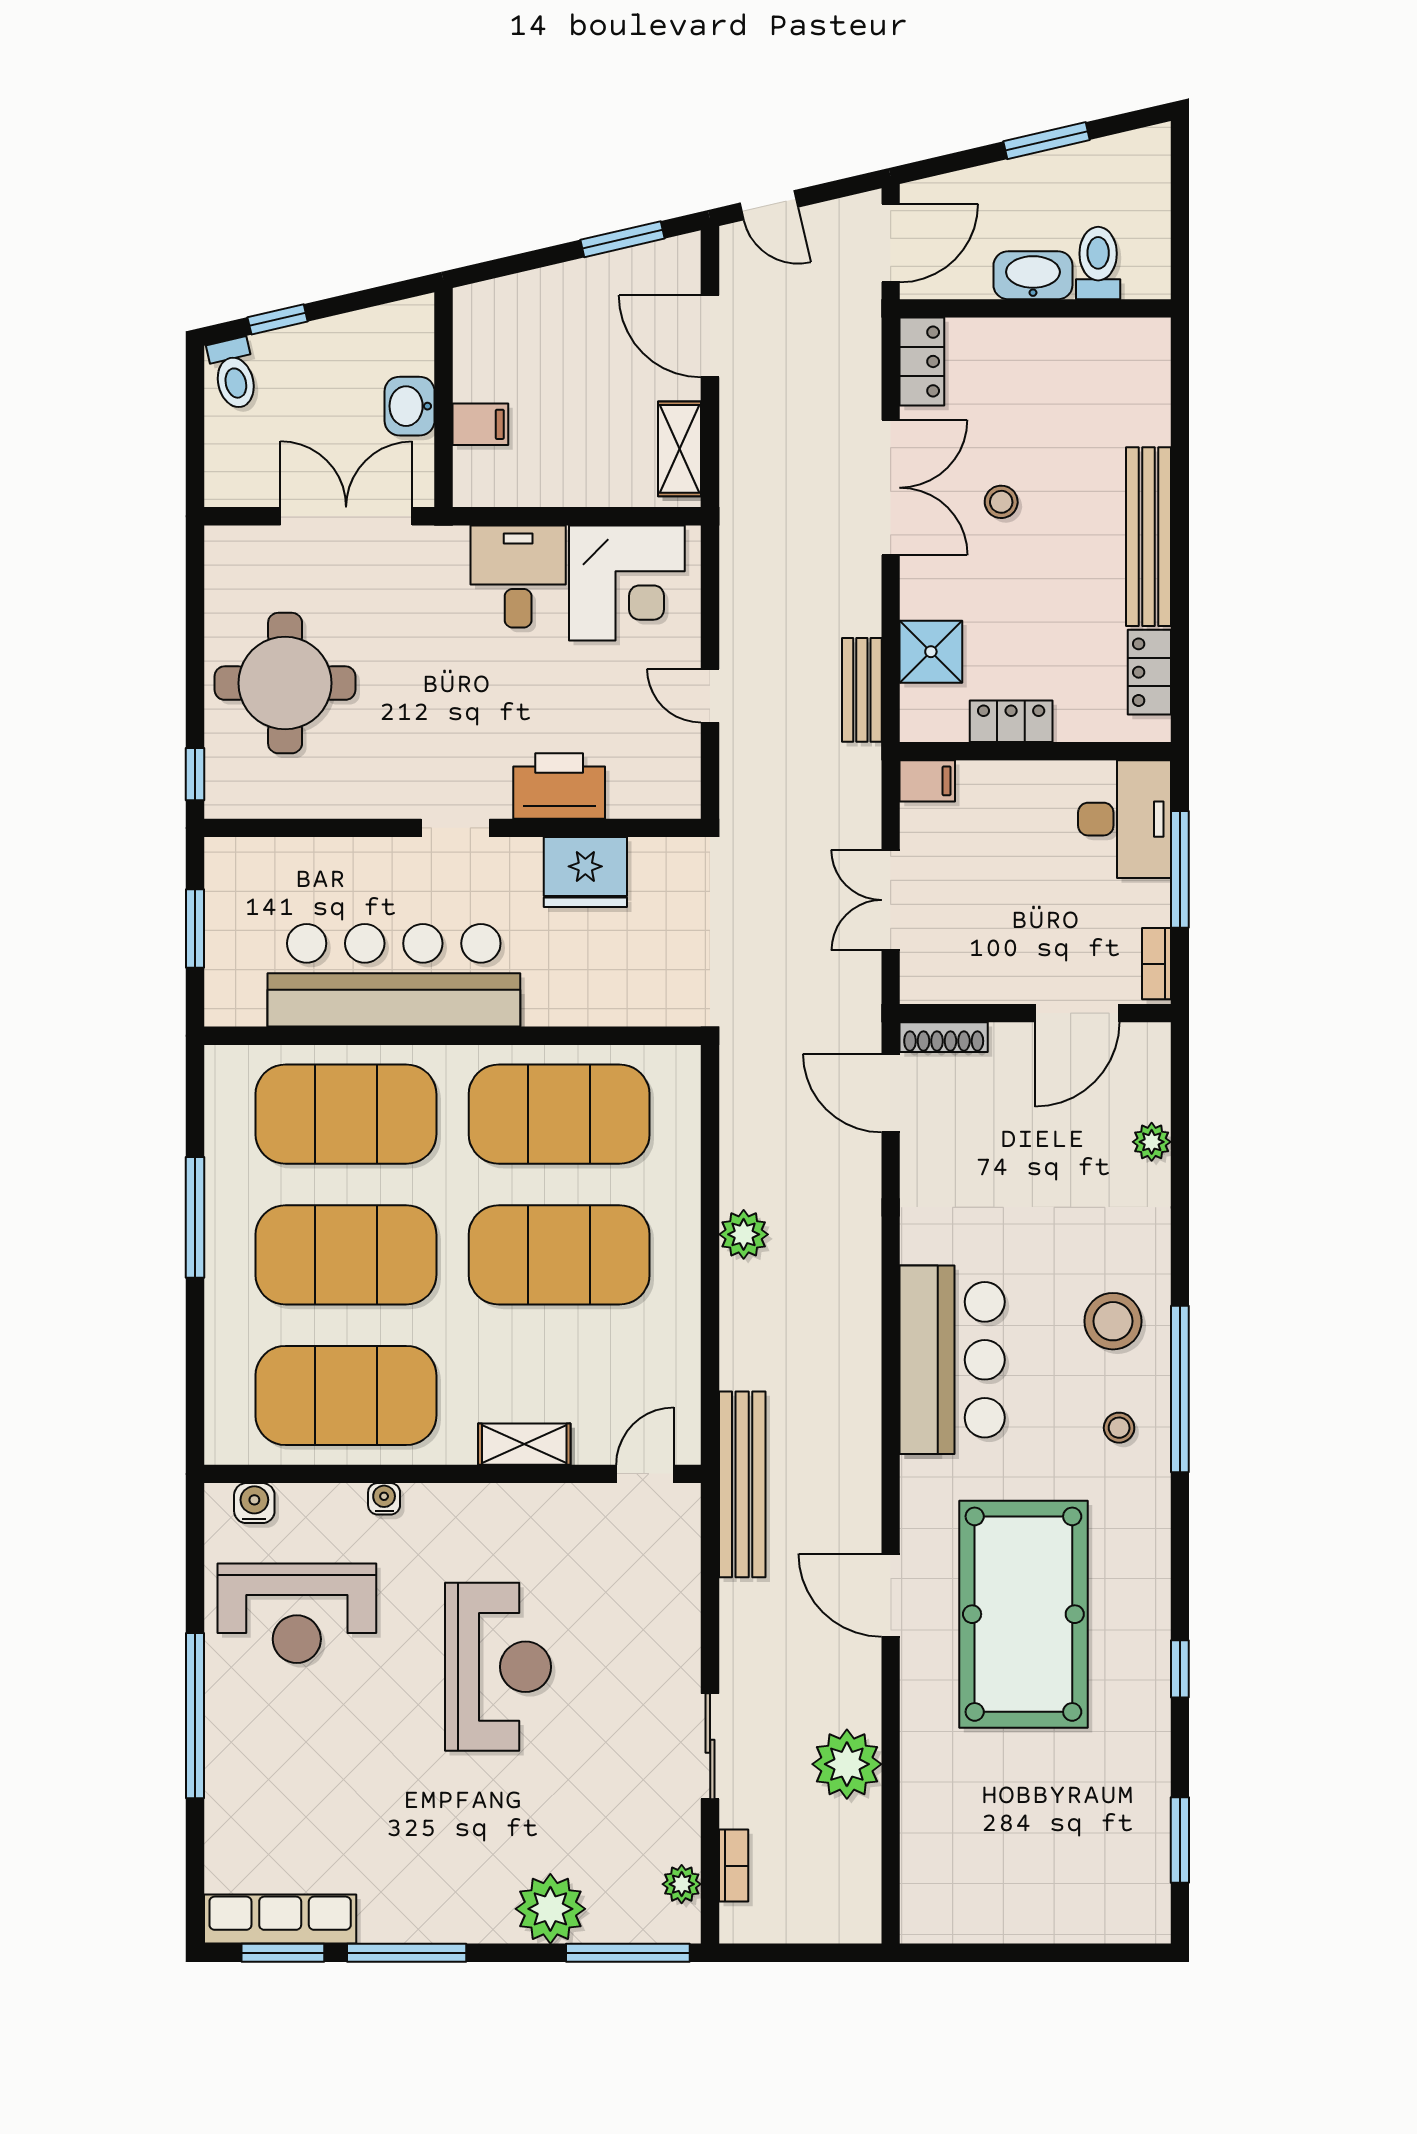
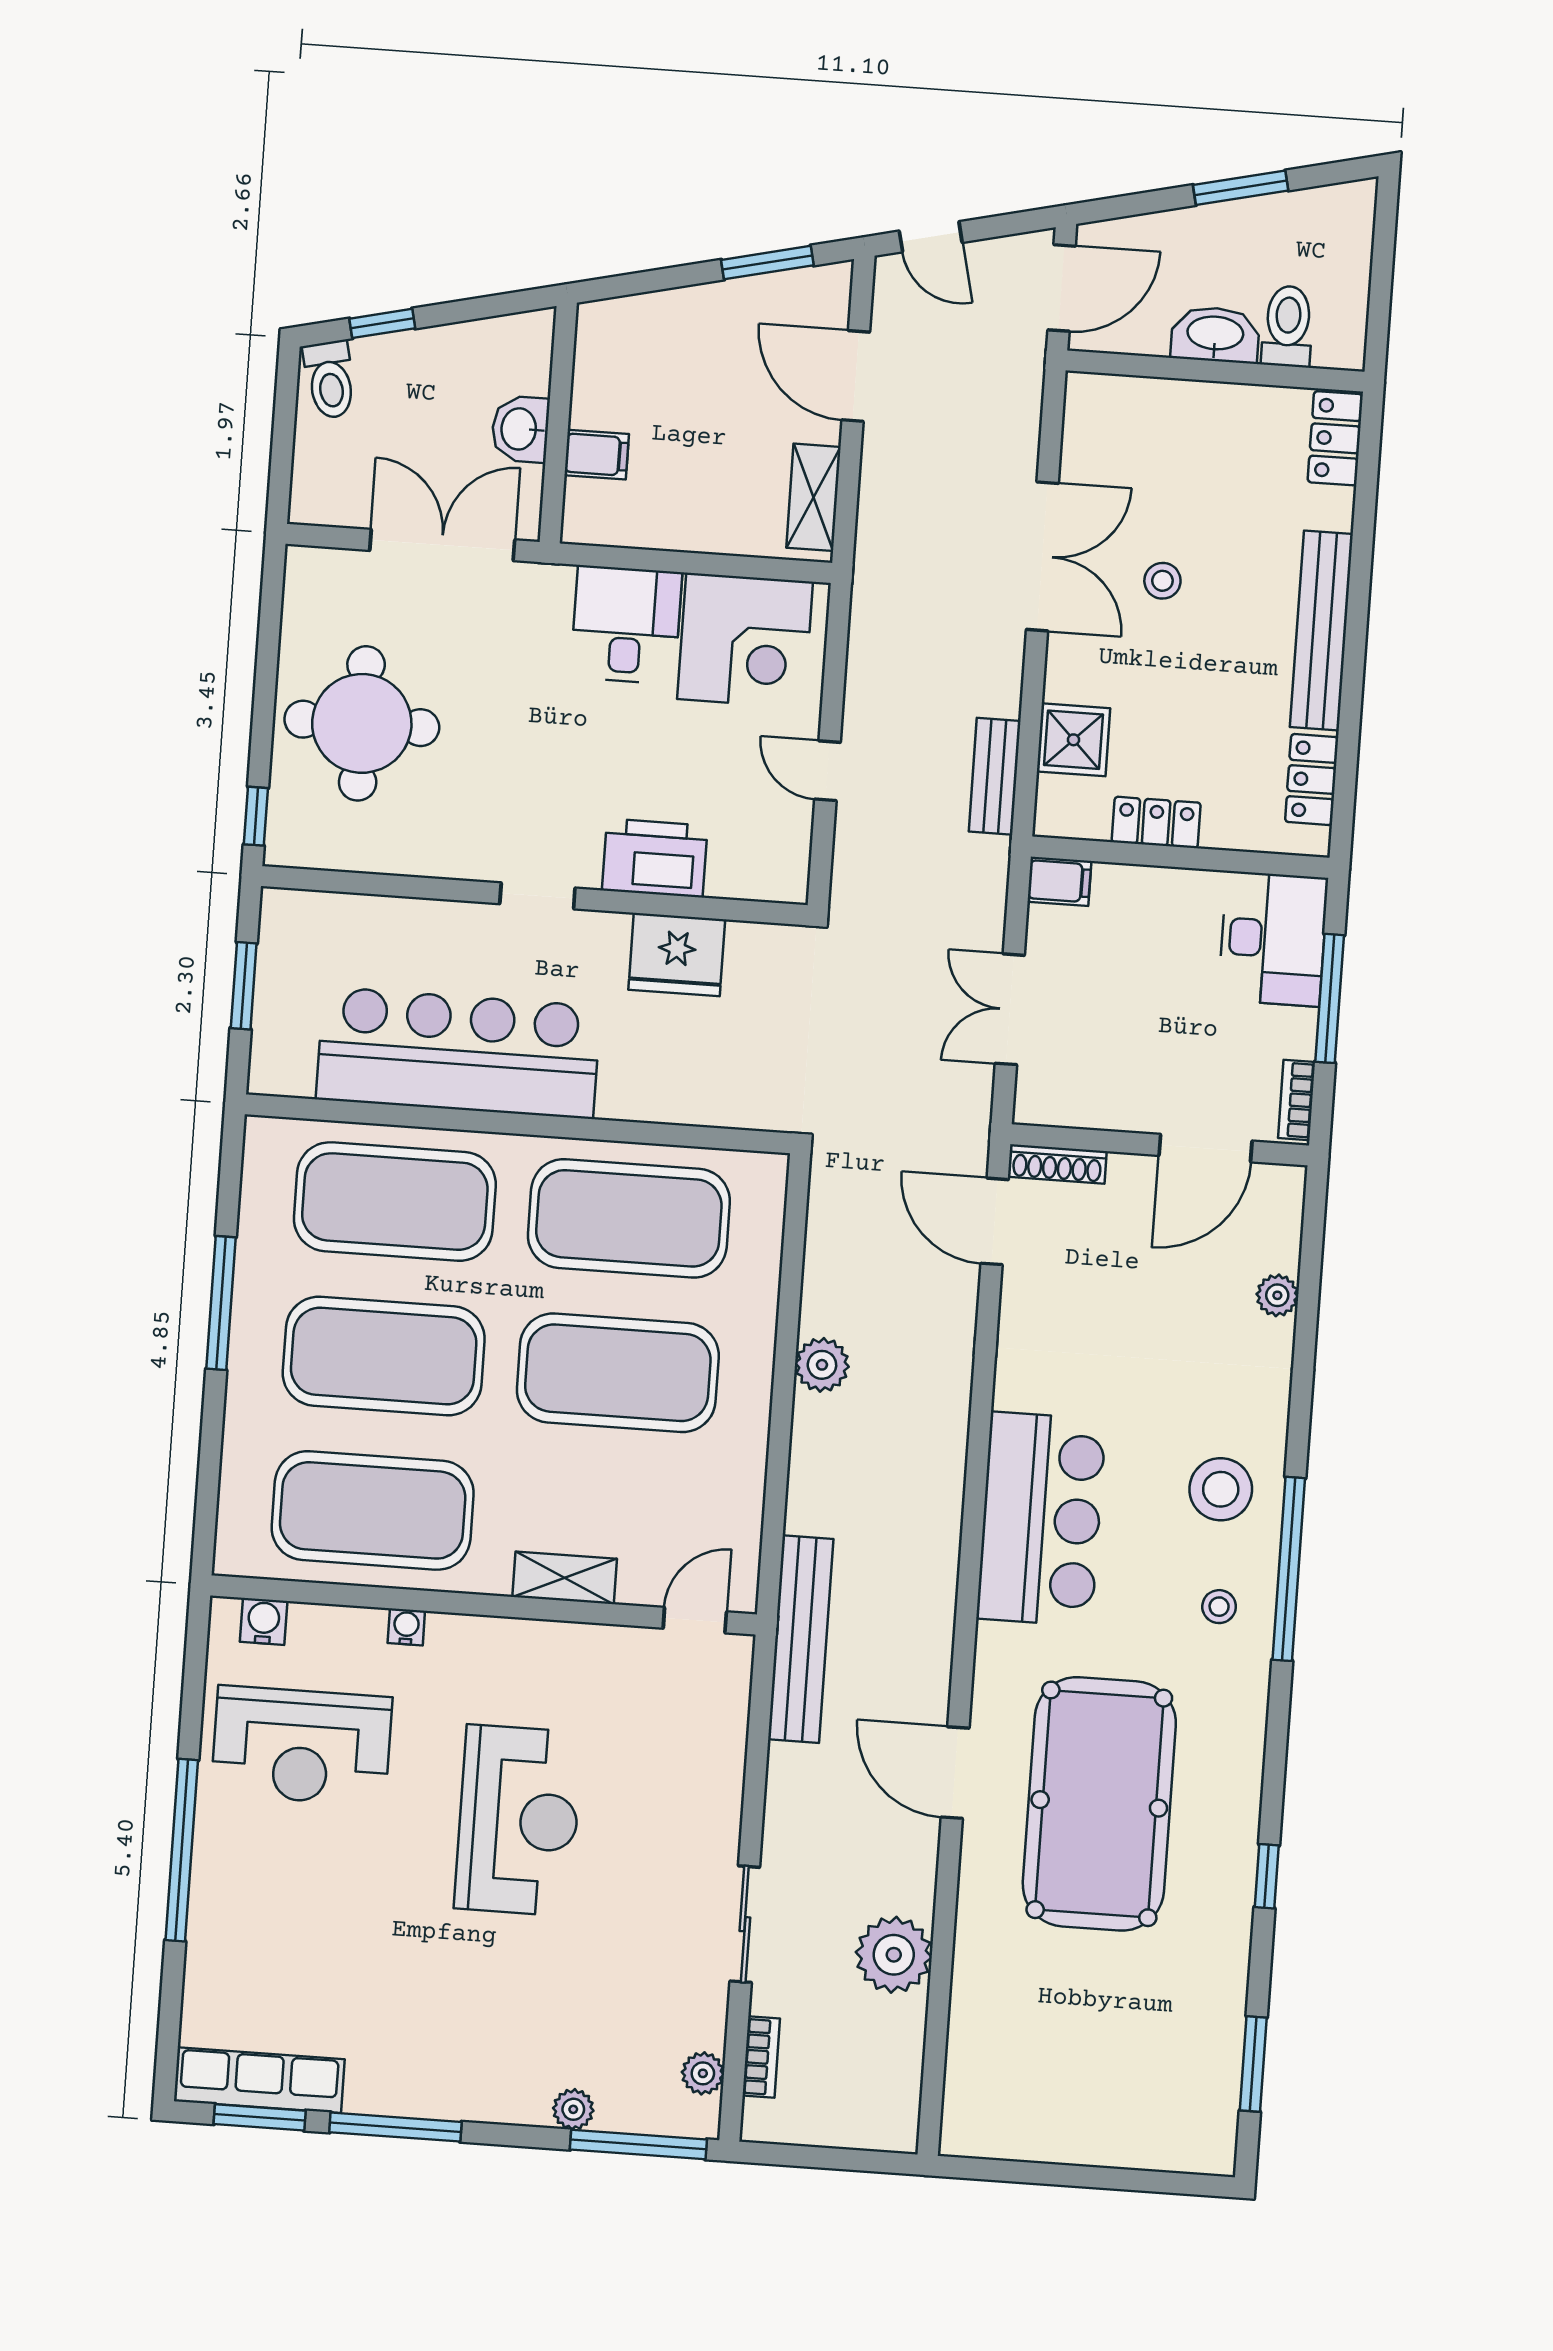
locker: (922, 361) -> (1335, 438), moved, turned 180
plant: (550, 1909) -> (573, 2109), width x0.53, depth x0.53

